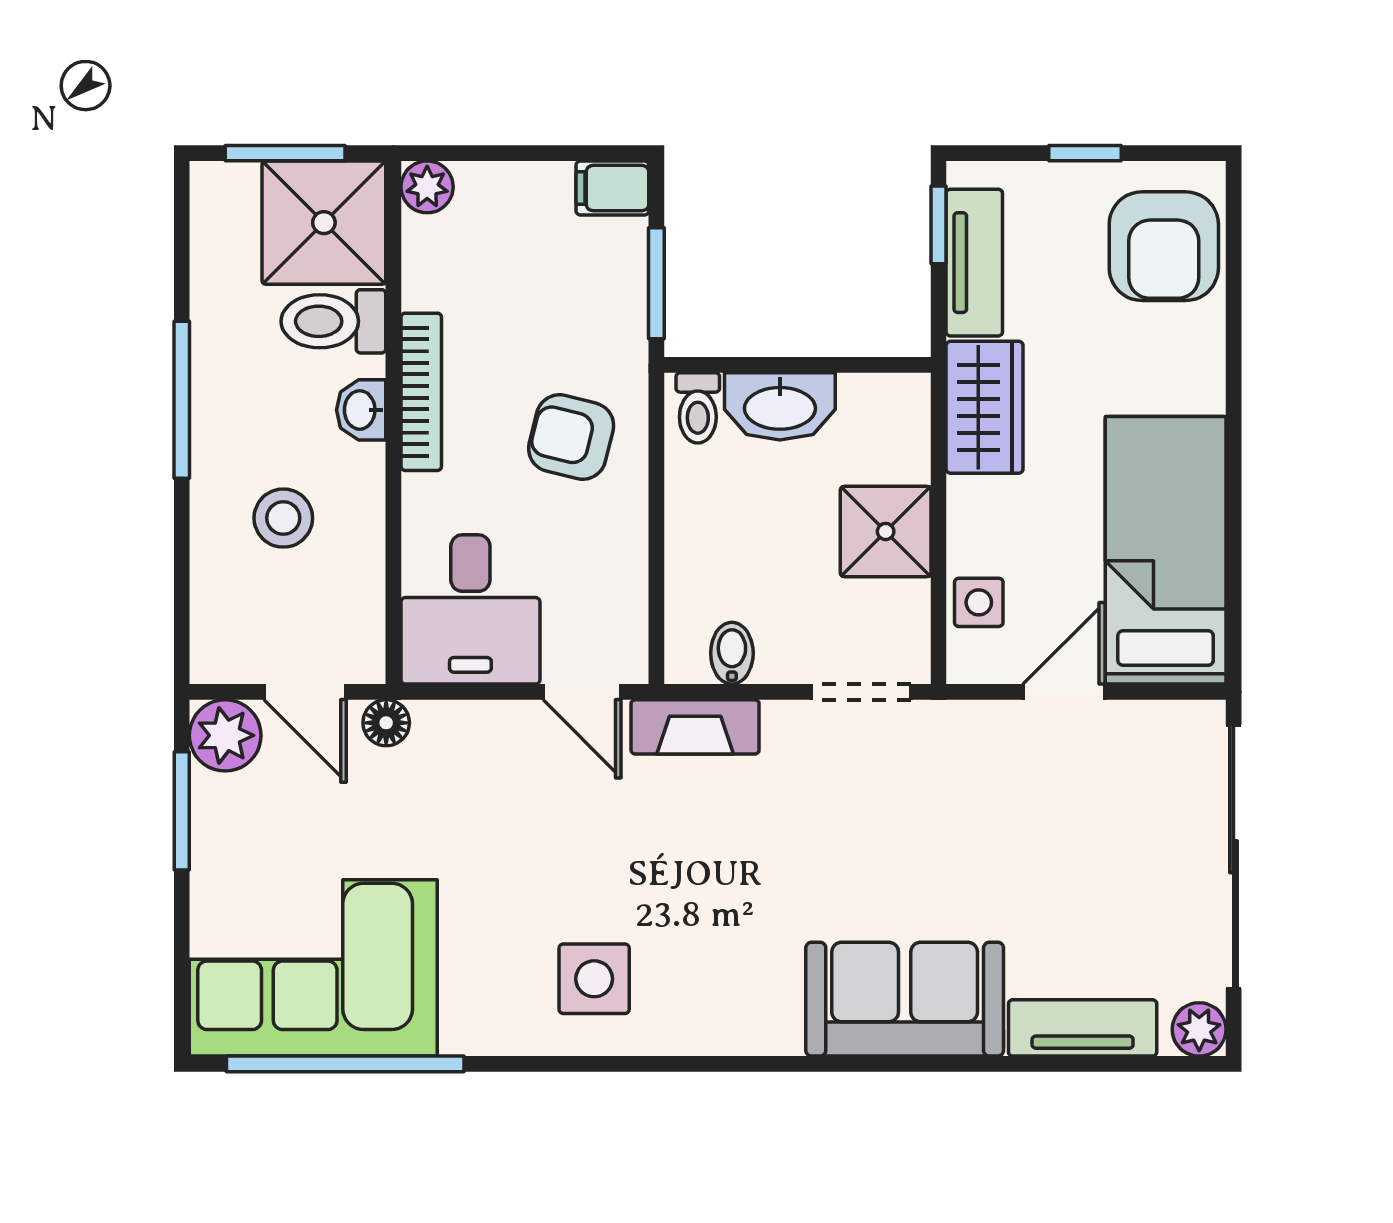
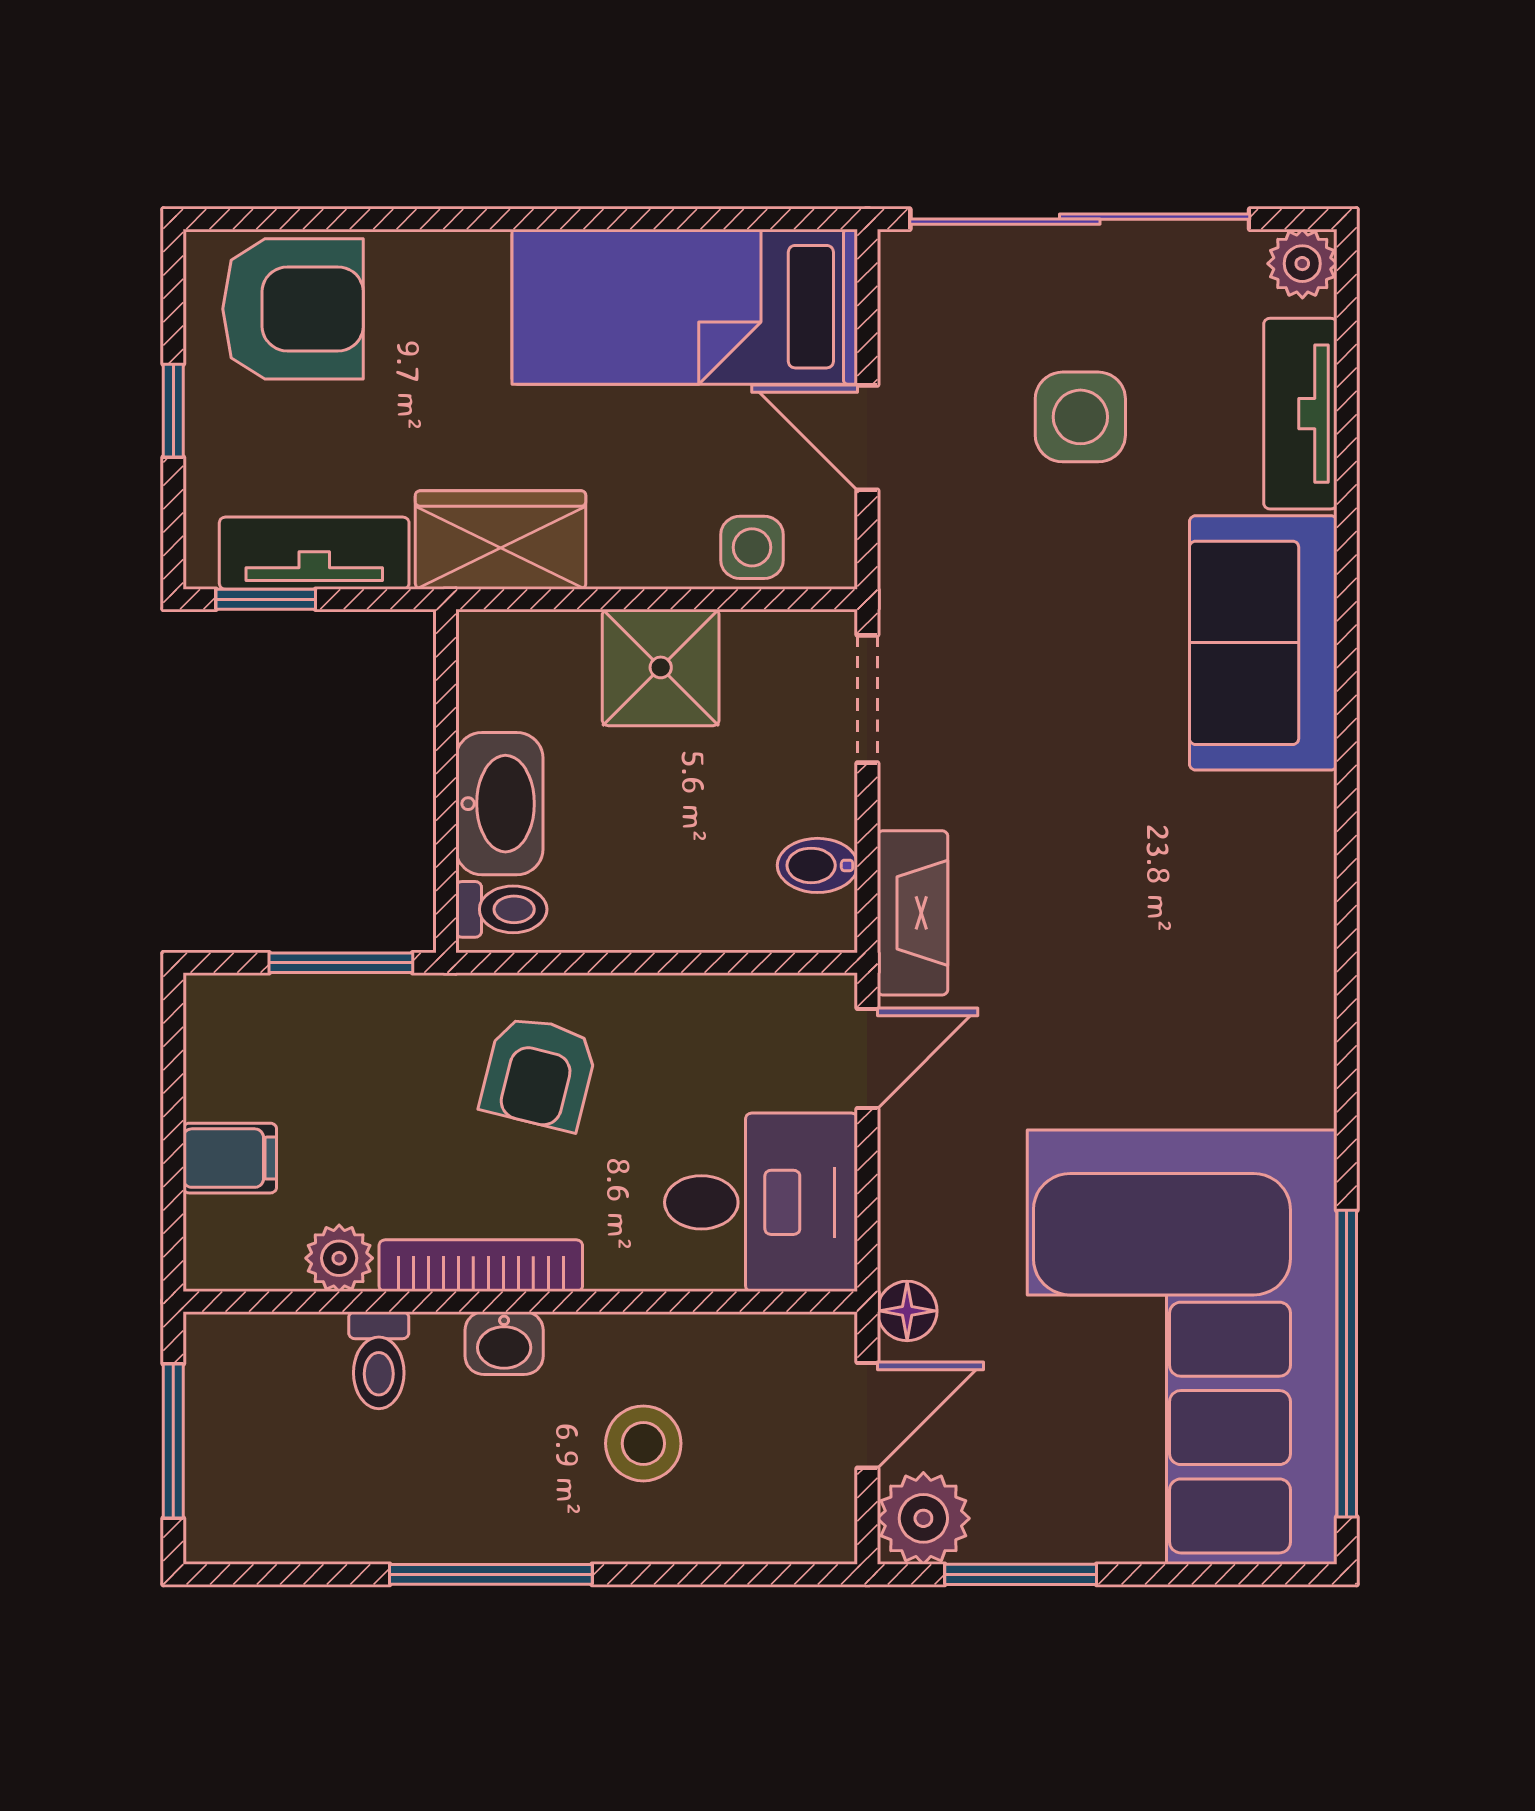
plant: (427, 187) -> (339, 1258), moved
filing cabinet: (612, 188) -> (230, 1158), moved, turned -90
shower: (324, 223) -> (263, 1391), removed
toilet: (333, 321) -> (379, 1360), width x0.73, depth x0.72
corner sofa: (313, 968) -> (1182, 1347), width x1.36, depth x1.36
side table: (594, 979) -> (1080, 417), moved

